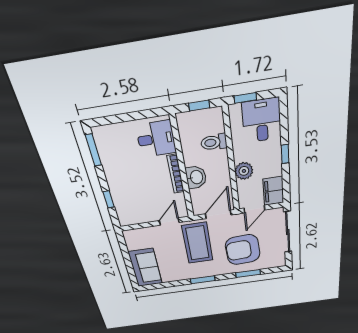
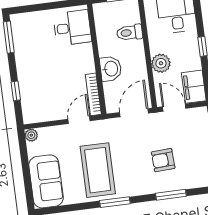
bookcase: (176, 174) -> (93, 94), moved
door: (254, 209) -> (174, 108), swing flipped
plant: (128, 235) -> (31, 135), added
coffee table: (198, 243) -> (98, 170), moved
armchair: (243, 250) -> (163, 160), width x0.53, depth x0.53

